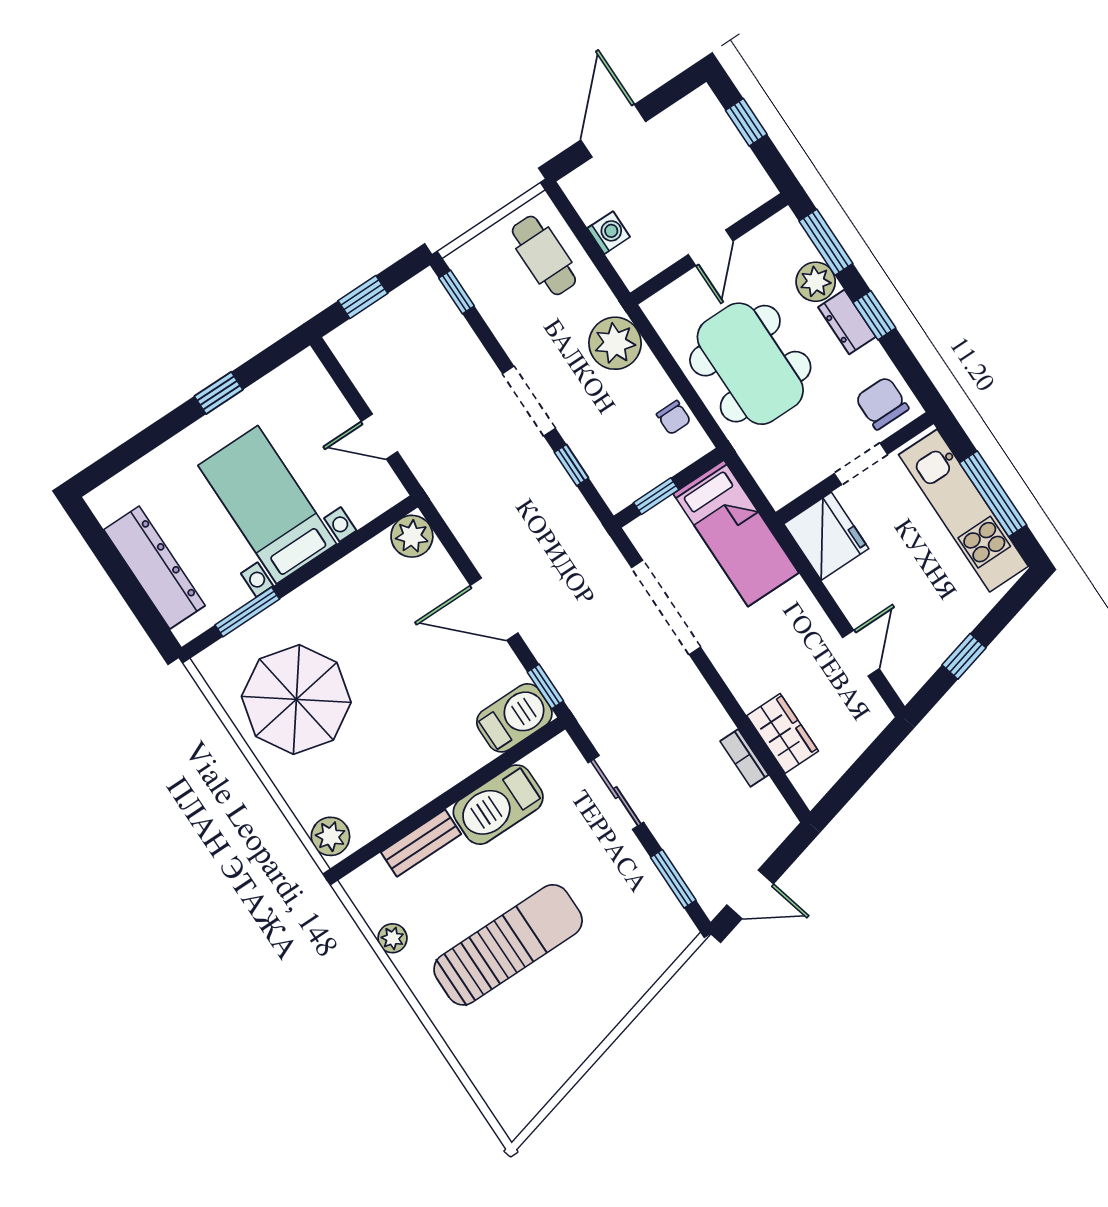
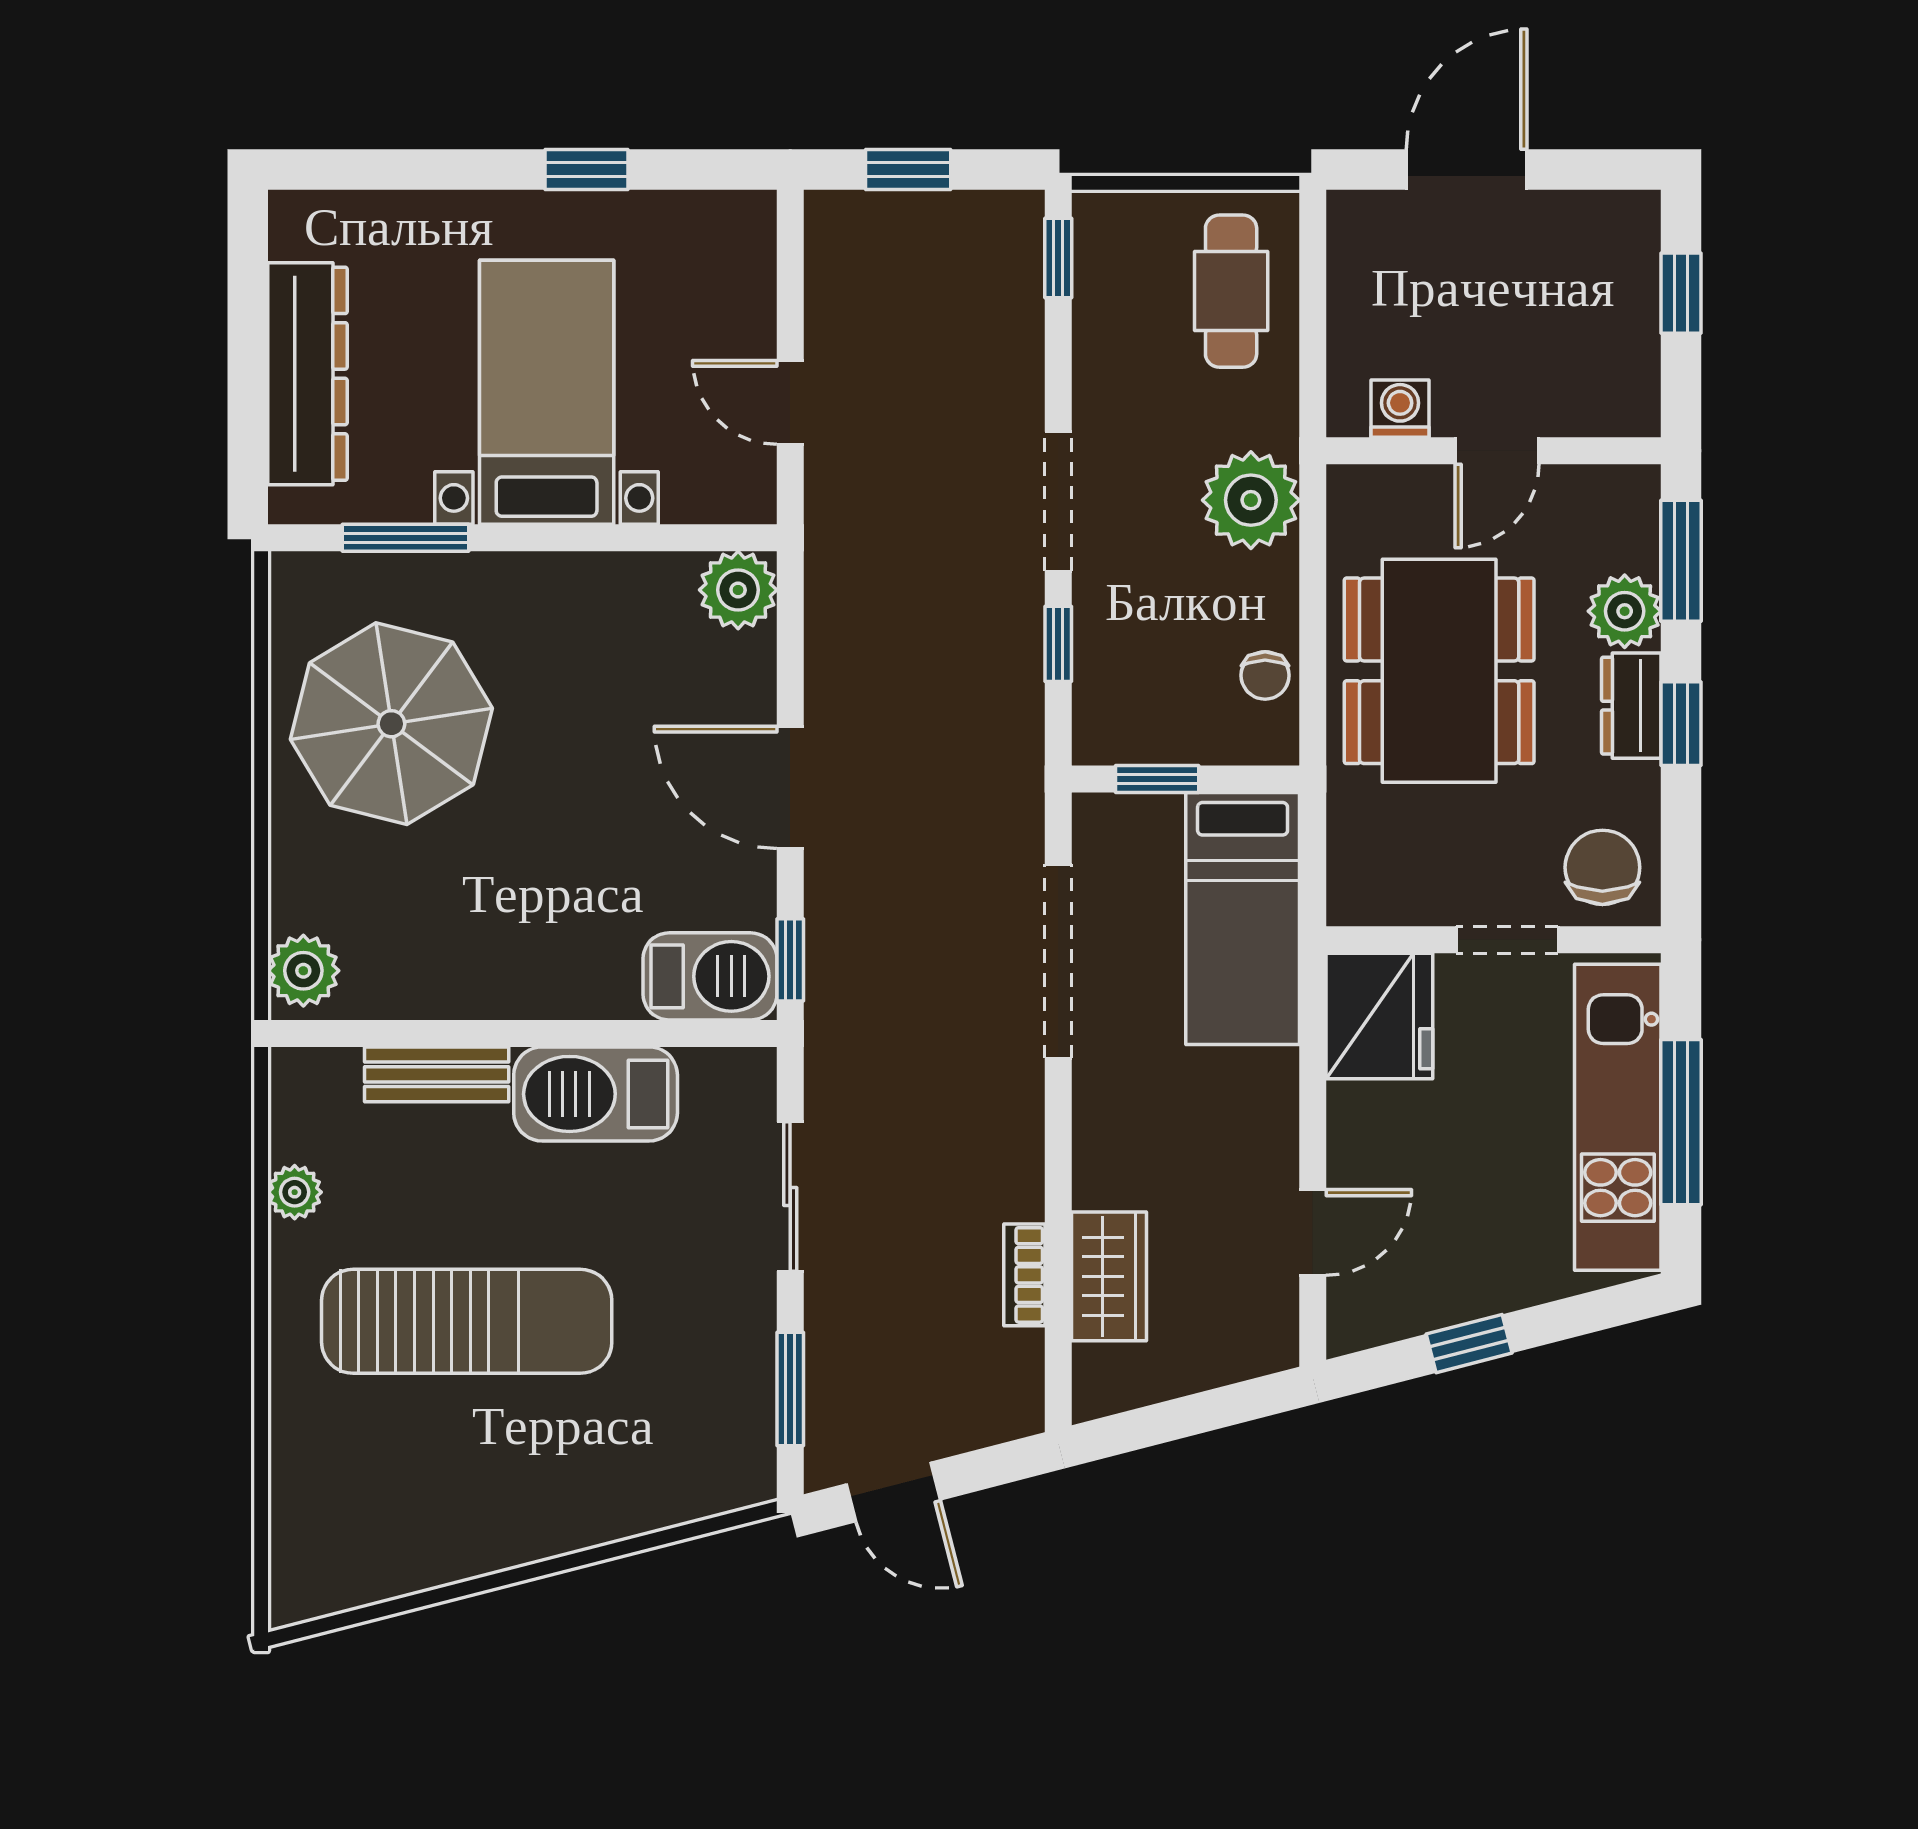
washing machine: (609, 233) -> (1400, 409), moved, turned -90

